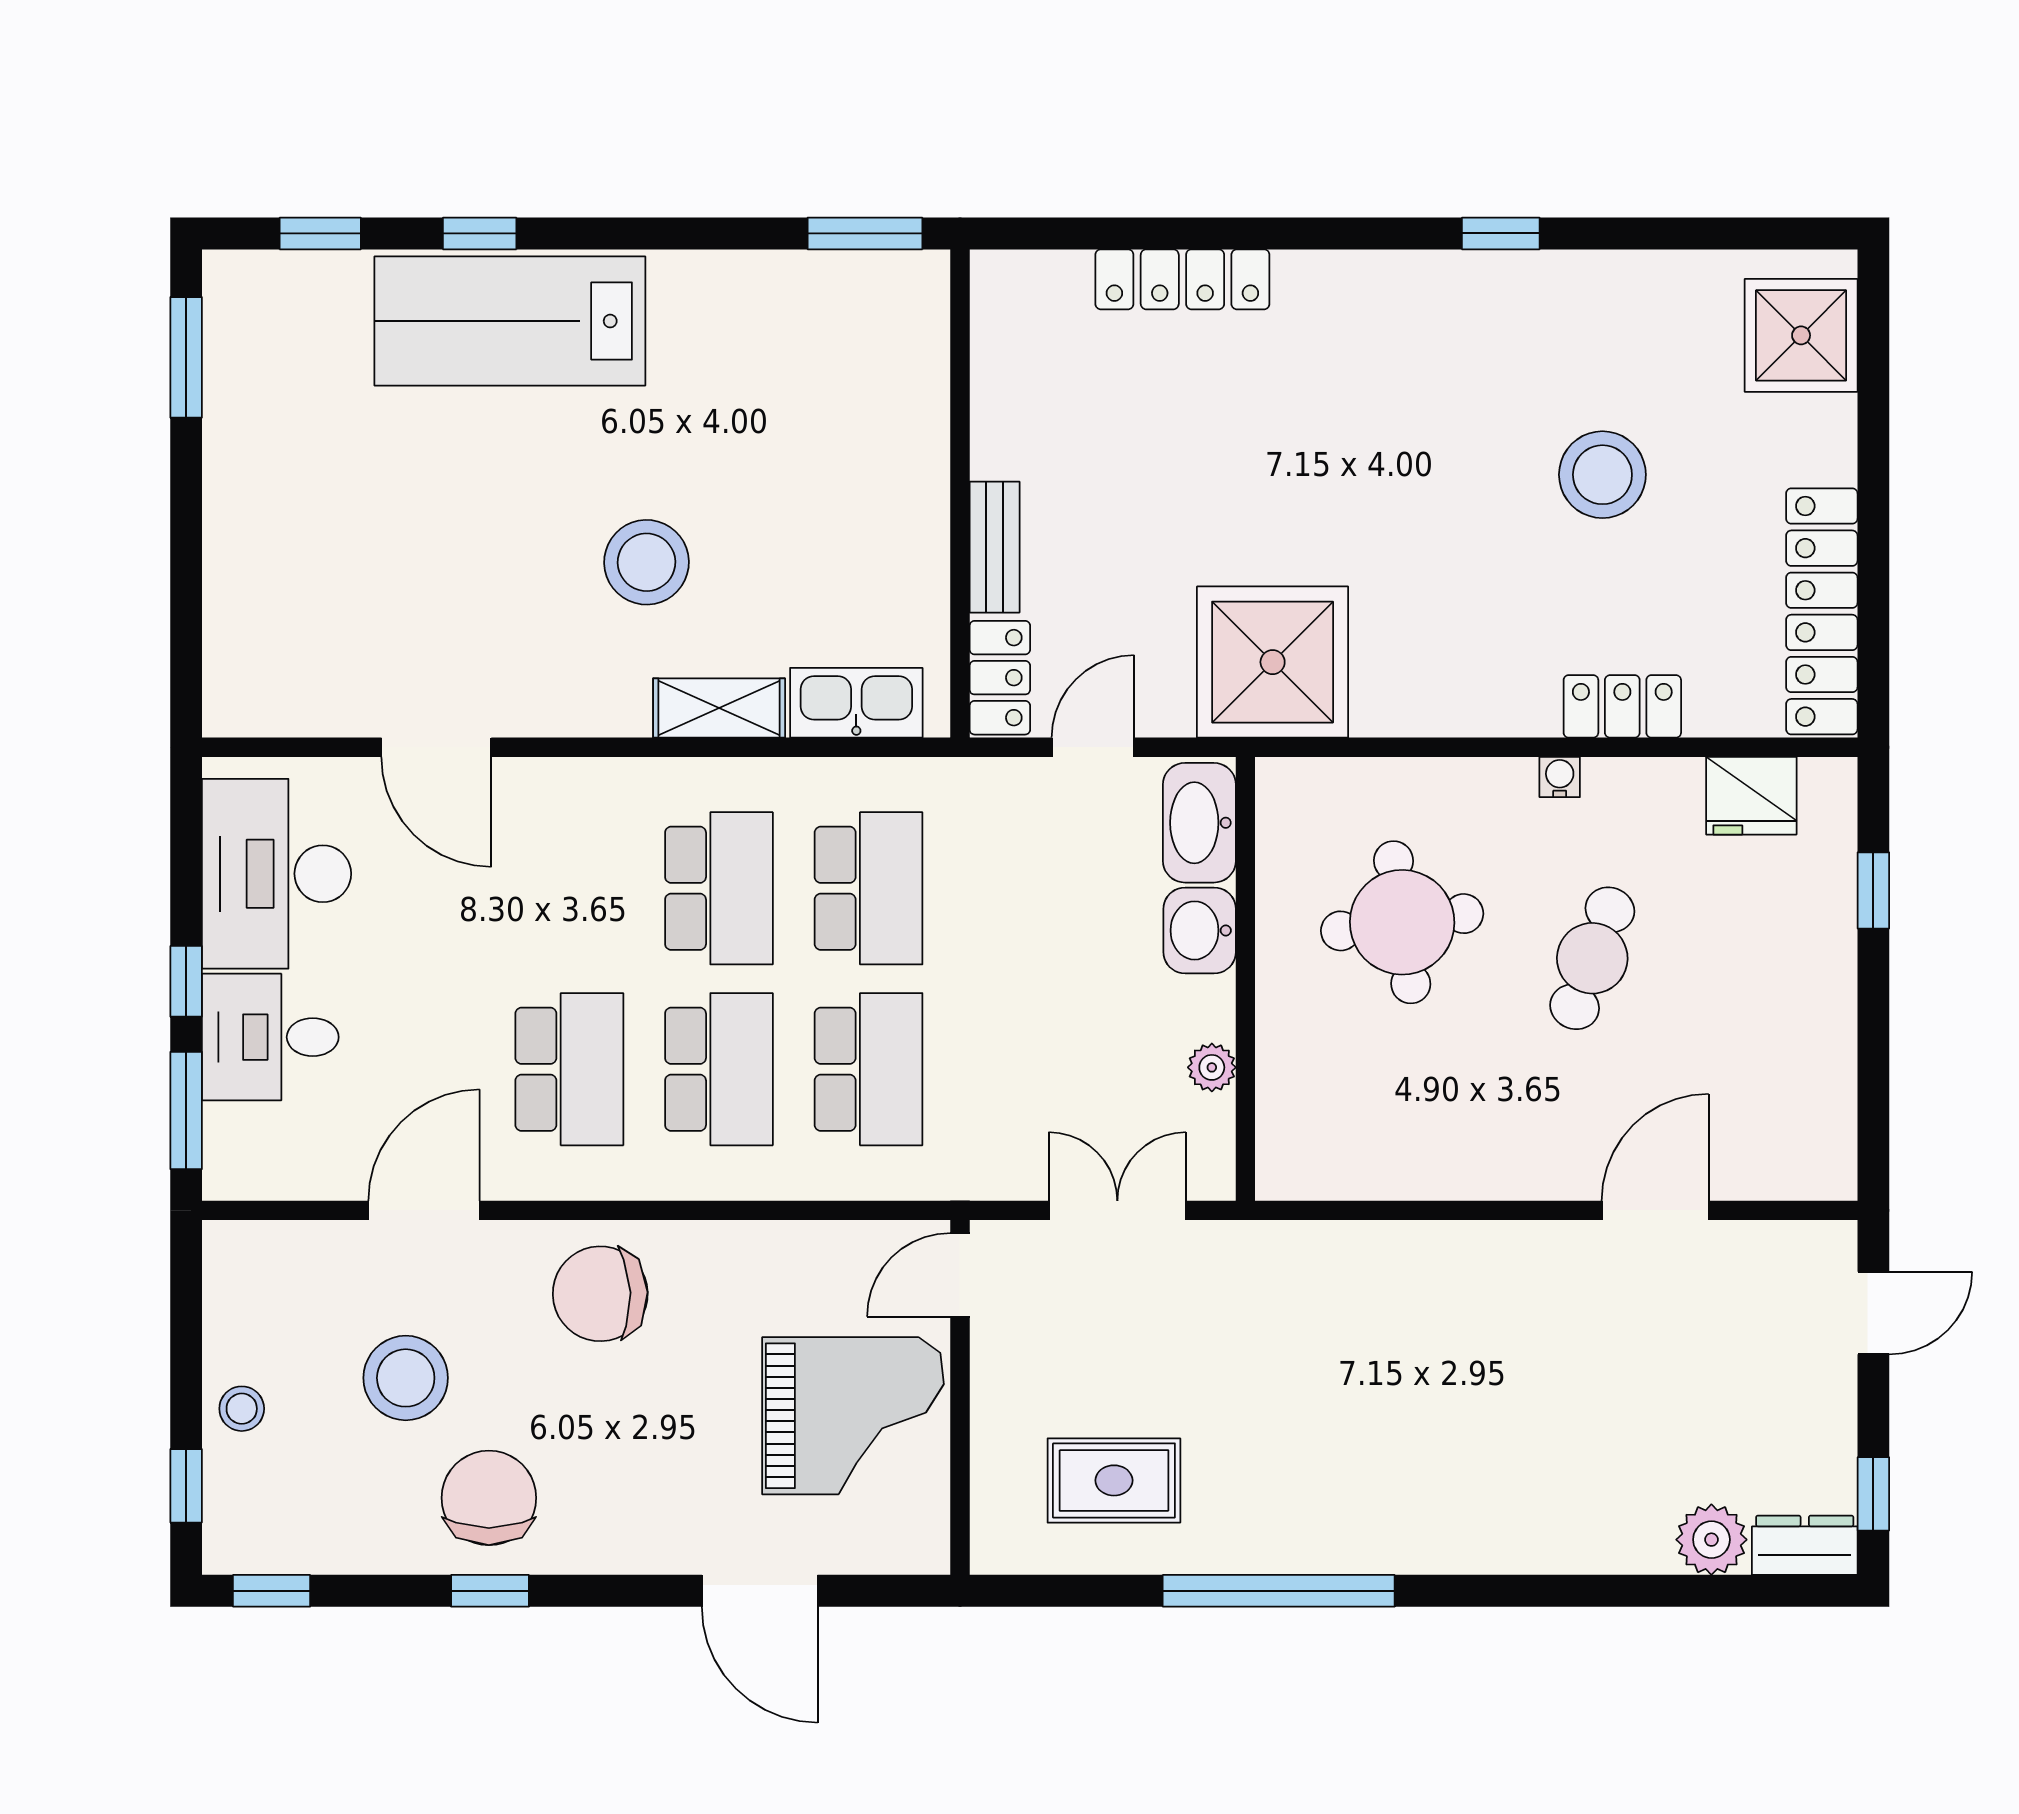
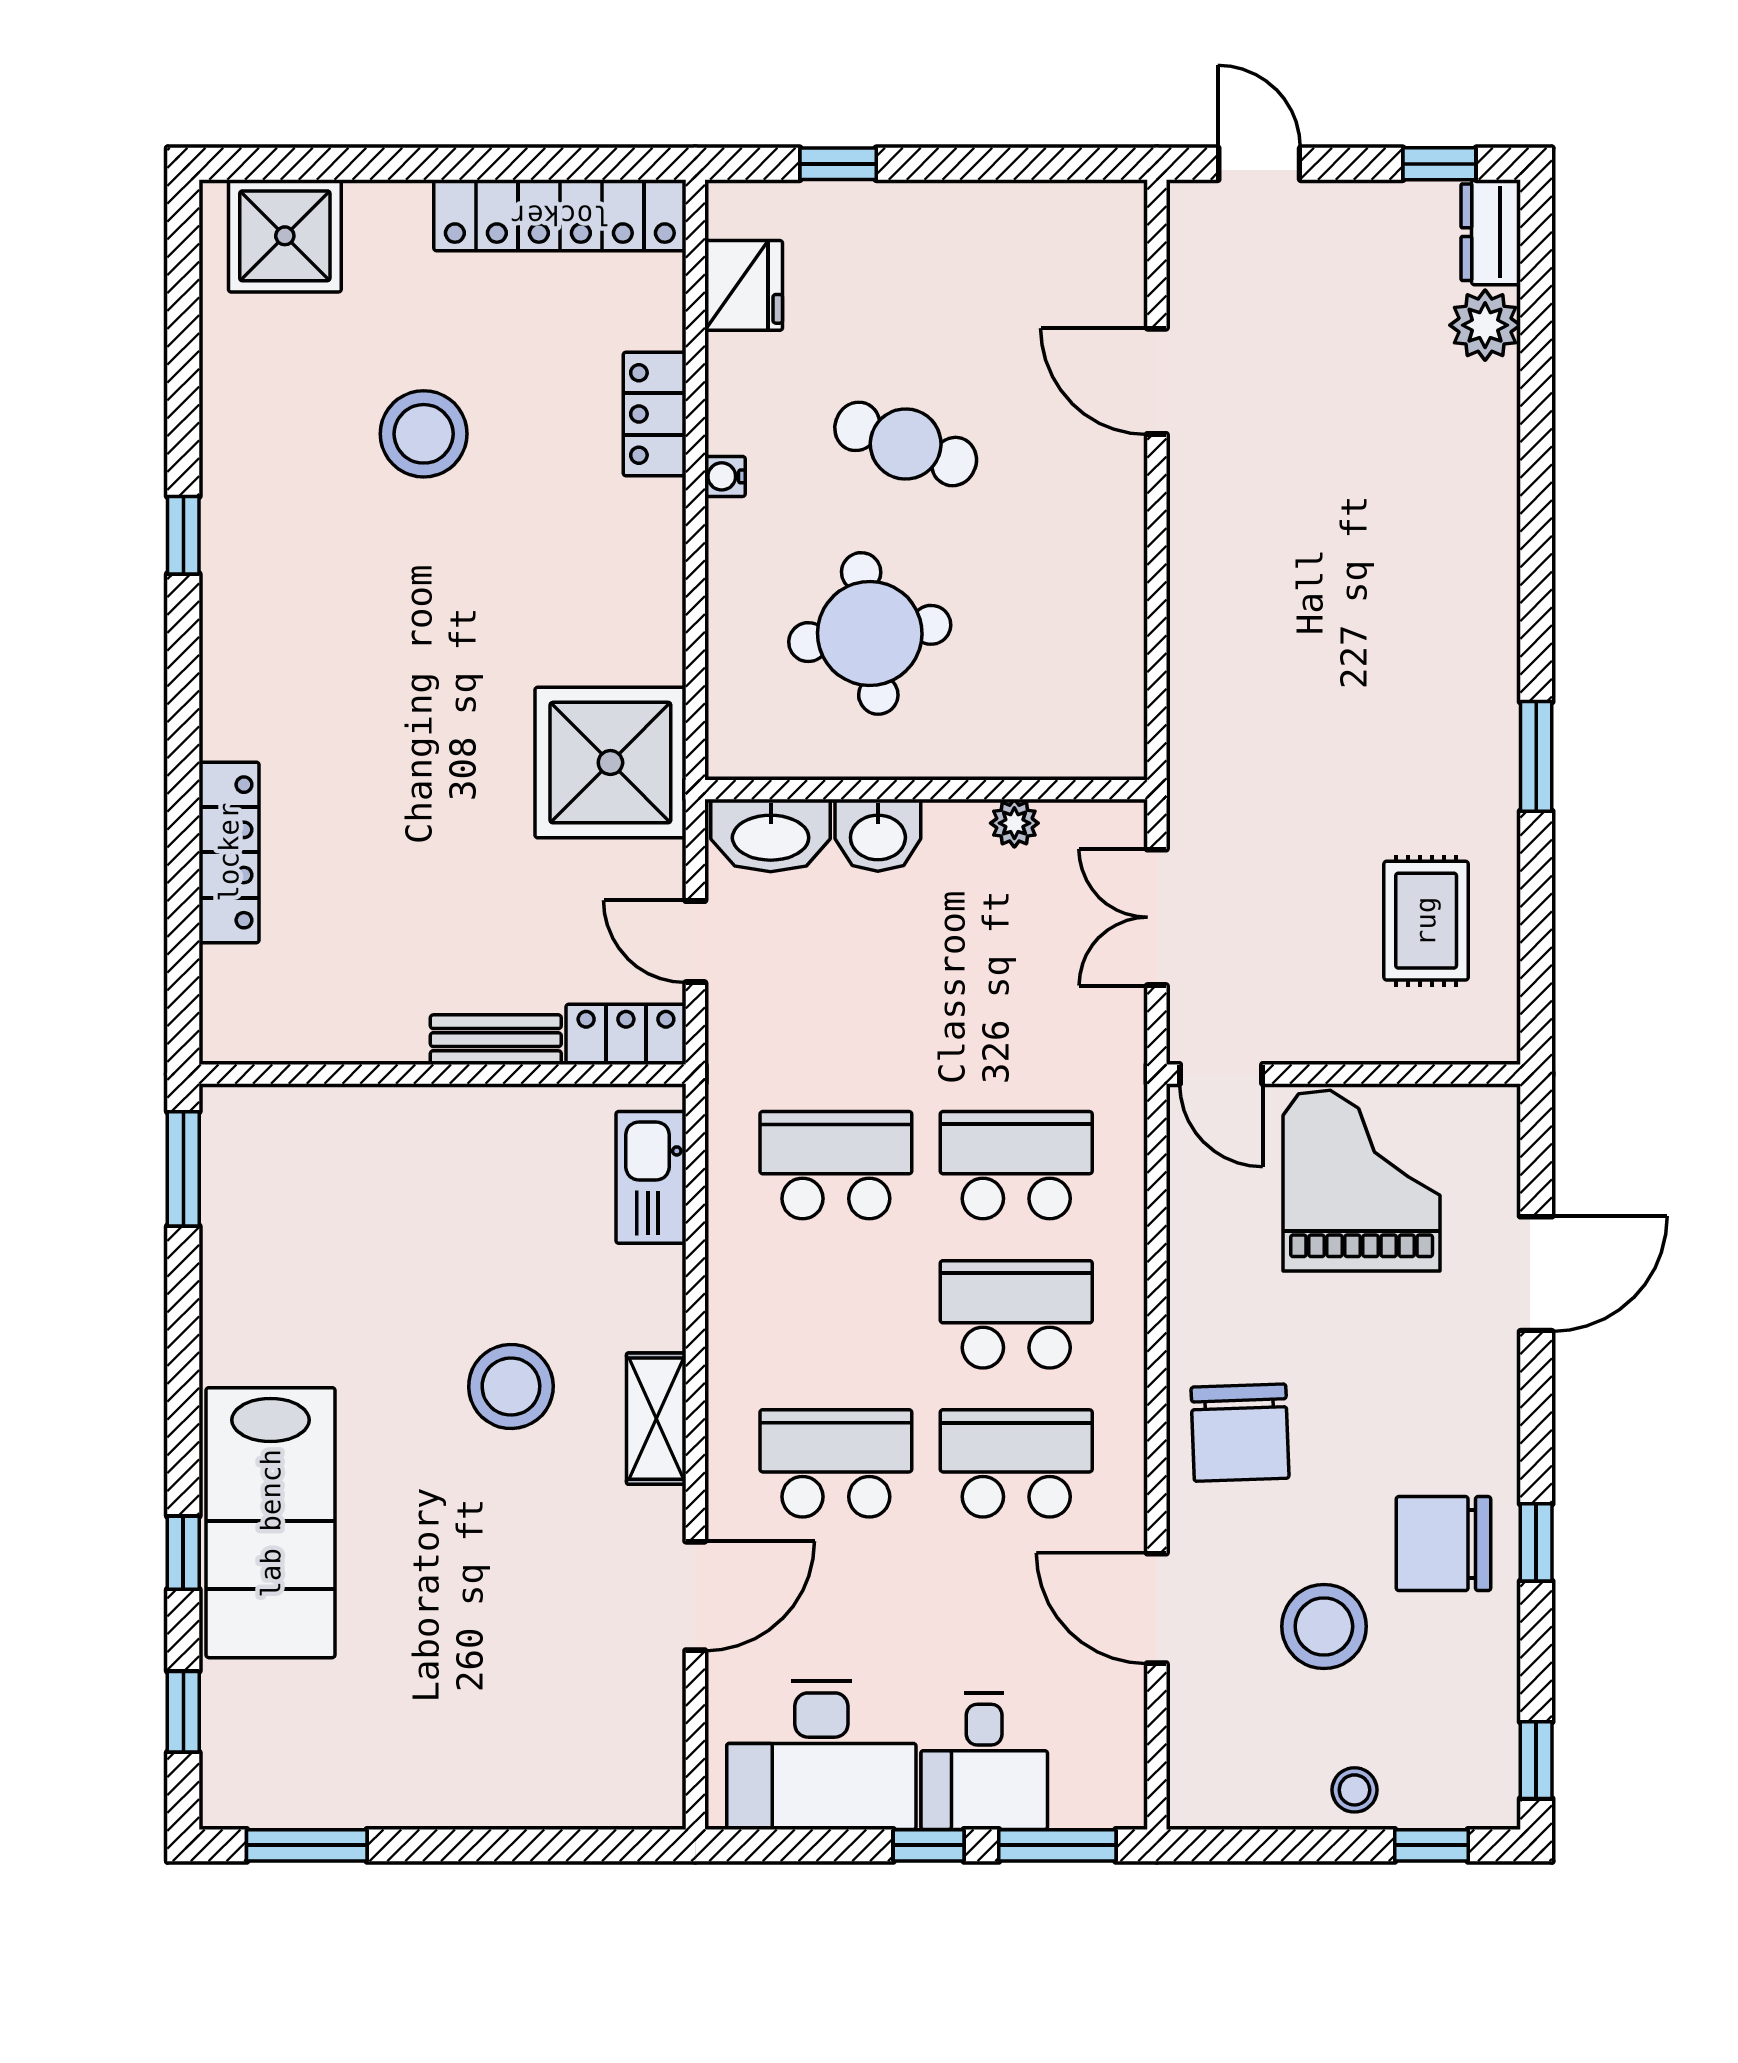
shelving: (719, 708) -> (656, 1419), moved
school desk: (719, 888) -> (836, 1463), moved
window: (1279, 1591) -> (1536, 756), width x0.47

